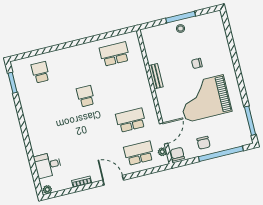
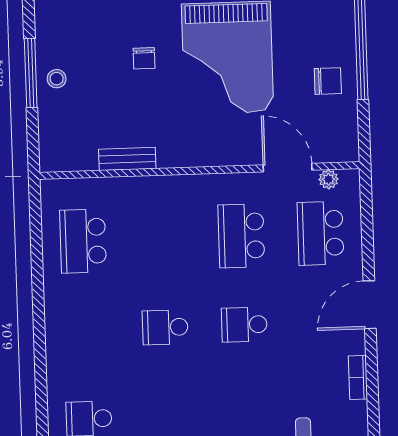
bench: (156, 76) -> (127, 159), moved
school desk: (94, 129) -> (244, 325), added
chair: (177, 154) -> (341, 146), removed

